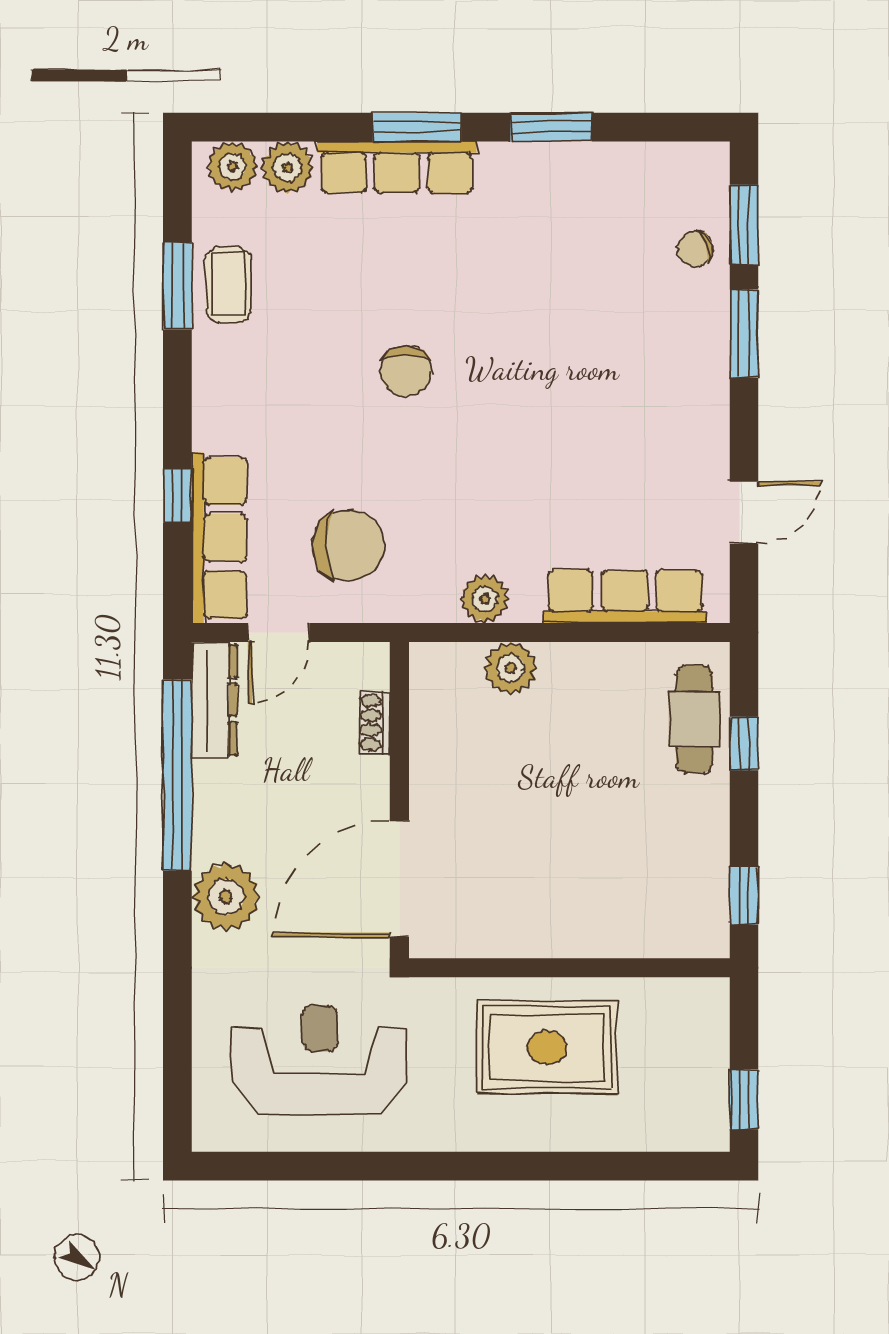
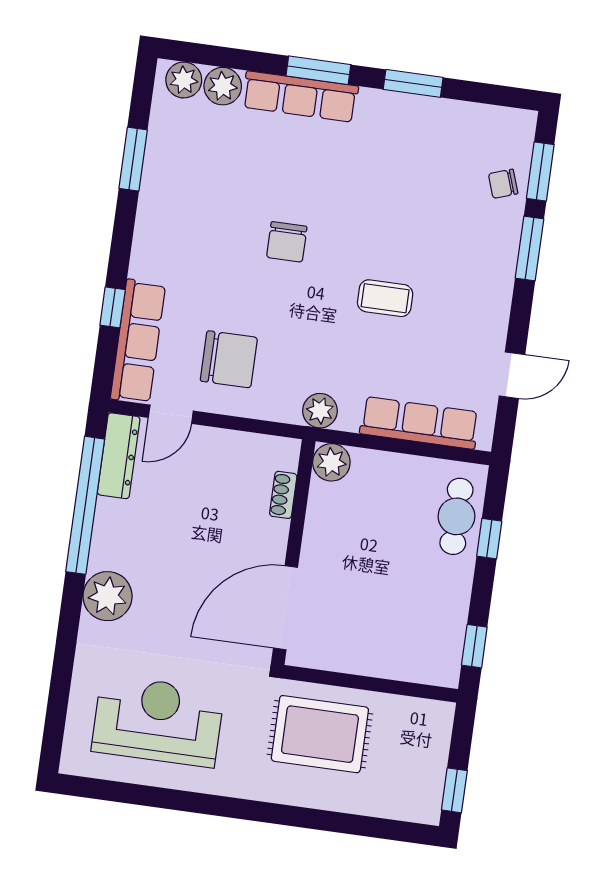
coffee table: (229, 284) -> (385, 298), moved, turned 90
shoe rack: (374, 723) -> (283, 495), moved
wall: (399, 800) -> (293, 552), moved
door: (399, 879) -> (286, 608), moved

